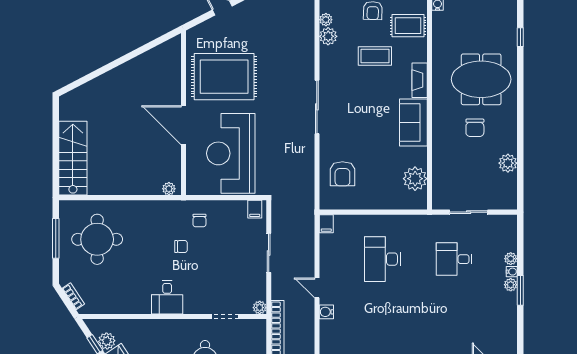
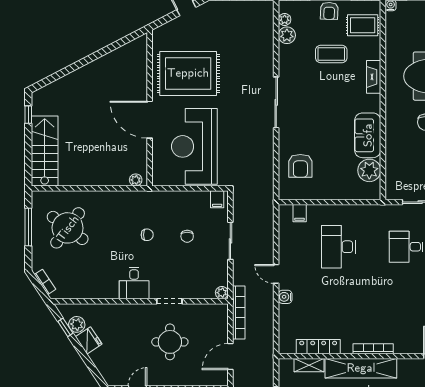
window: (56, 120) -> (28, 115), added
sofa: (413, 123) -> (368, 135), moved
chair: (199, 221) -> (187, 236), moved
filing cabinet: (326, 224) -> (300, 213), moved
round table: (97, 239) -> (68, 228), turned 37
doorway: (225, 317) -> (169, 301), moved

